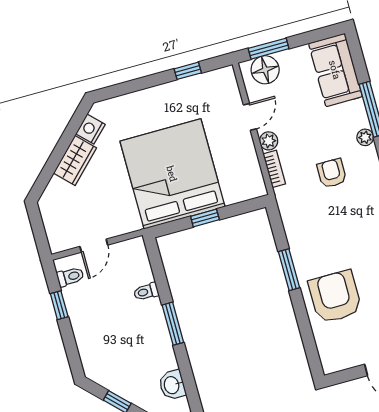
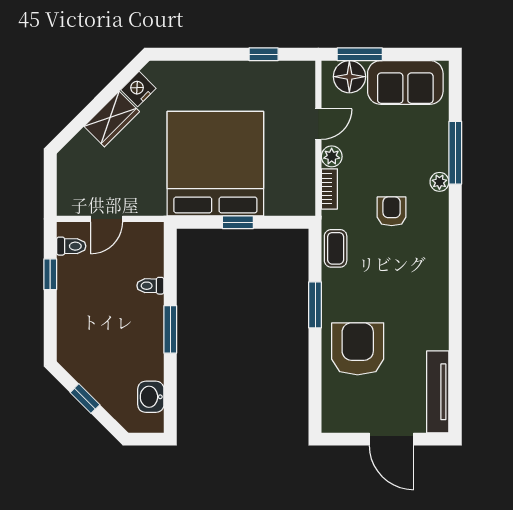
sofa: (335, 70) -> (405, 82), moved, turned -90
coffee table: (293, 217) -> (336, 248), added

